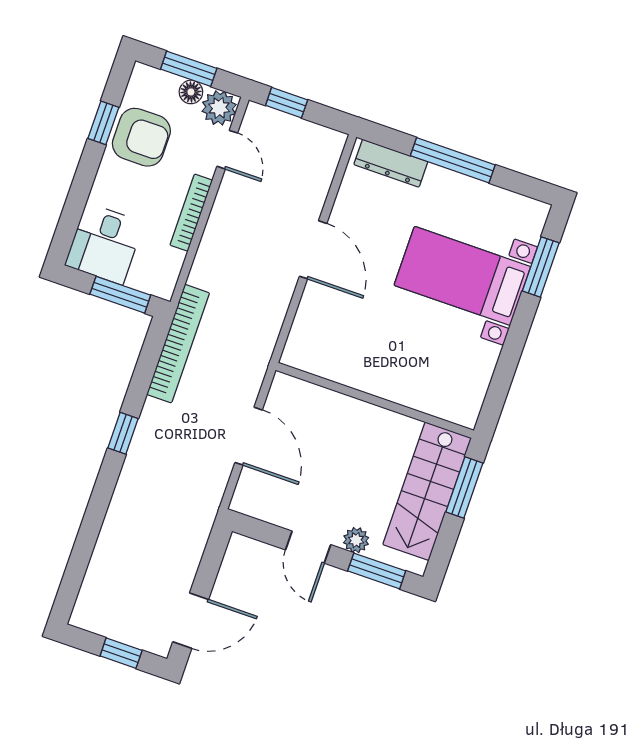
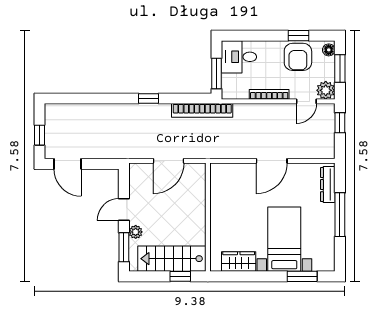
floor lamp: (191, 92) -> (329, 50), moved
wardrobe: (474, 372) -> (239, 262), added
window: (464, 487) -> (180, 276), width x0.67

